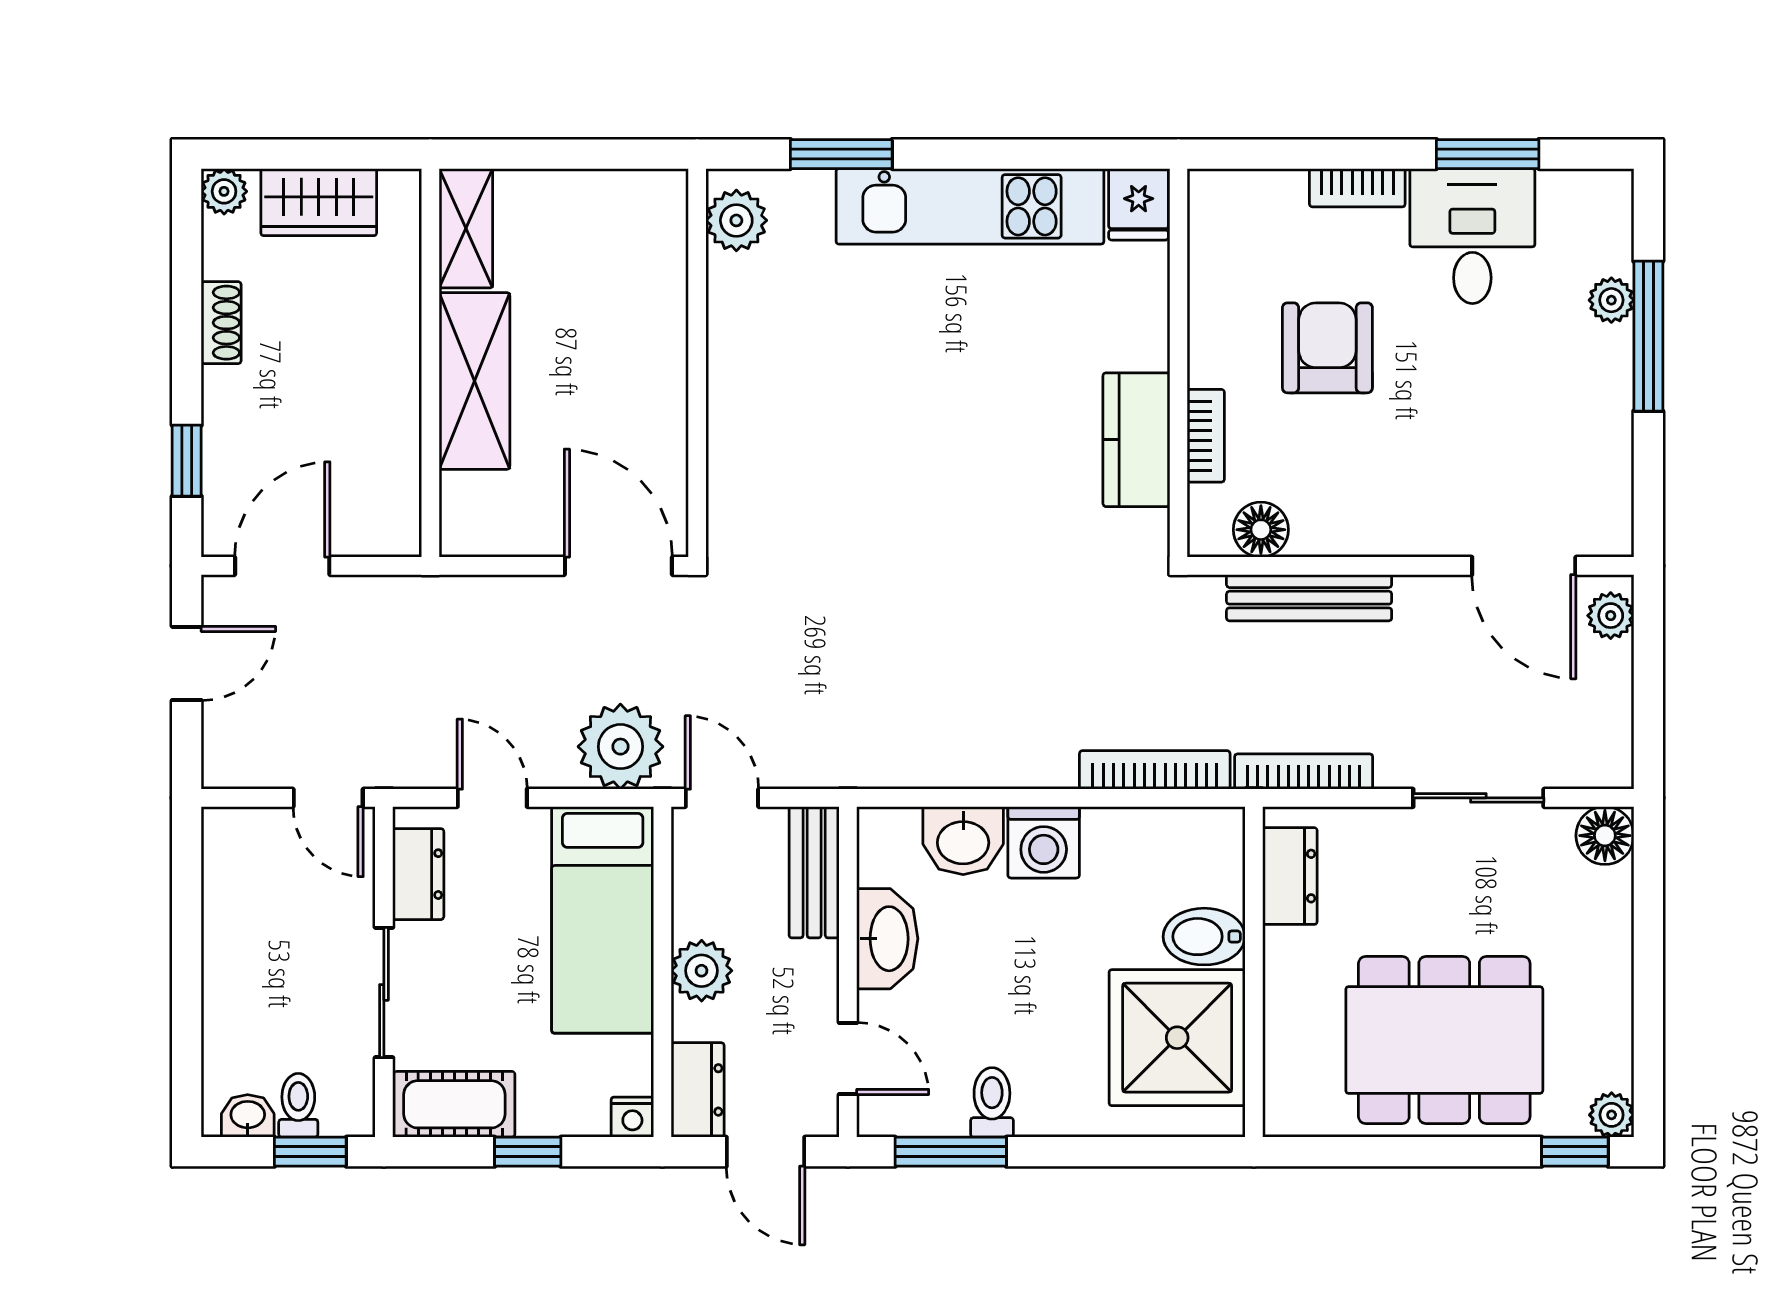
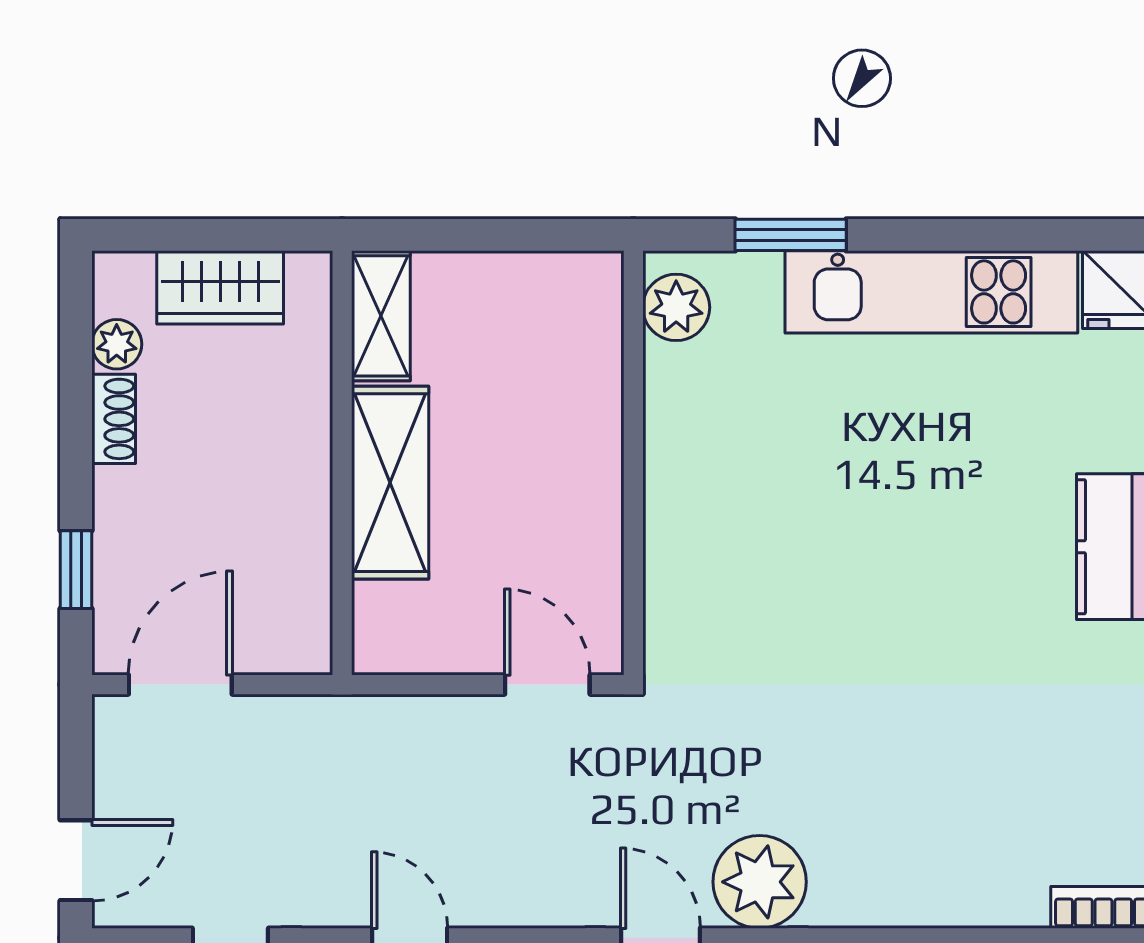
plant: (224, 191) -> (117, 344), moved
door: (618, 566) -> (547, 685), width x0.73
door: (187, 663) -> (76, 860), moved
plant: (620, 747) -> (760, 882), moved

